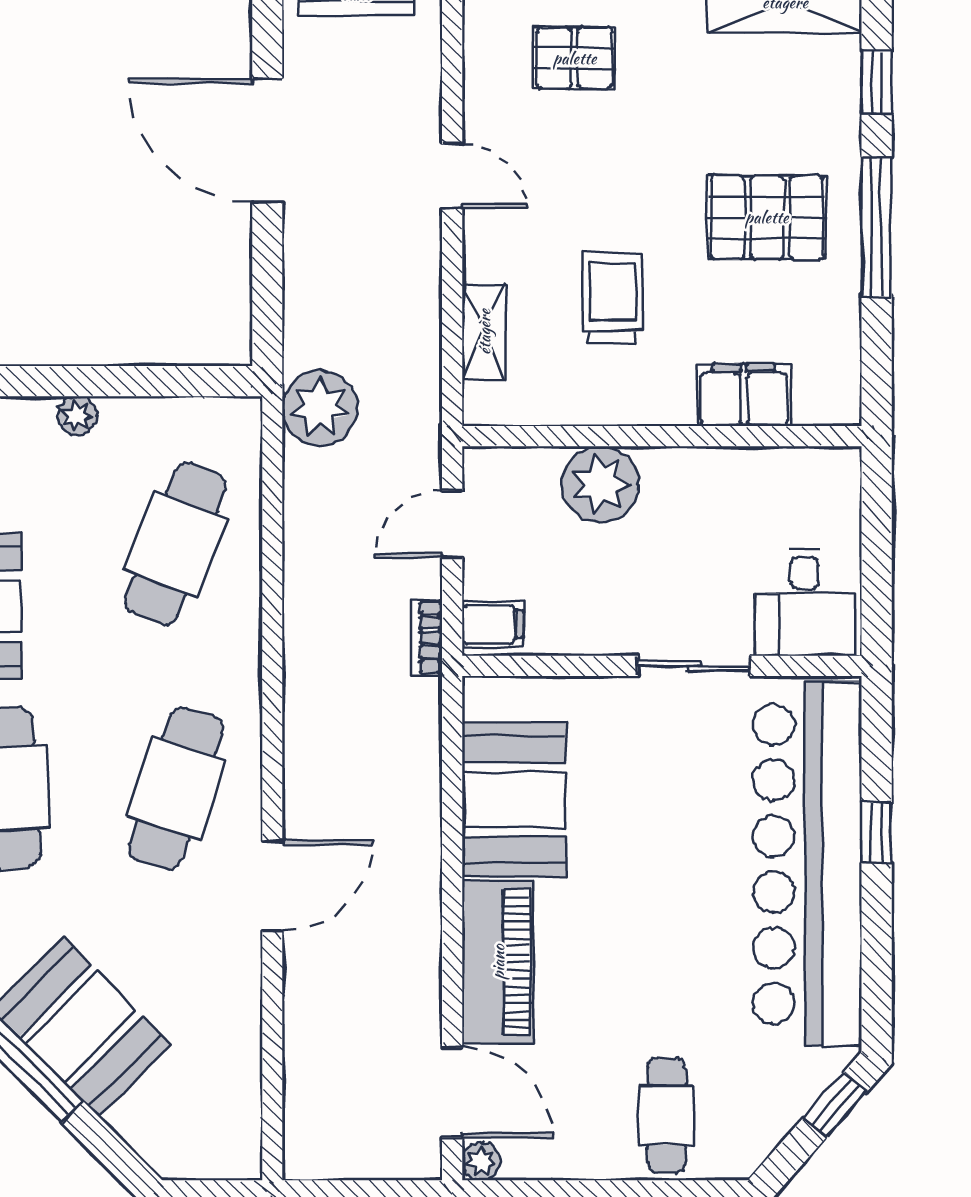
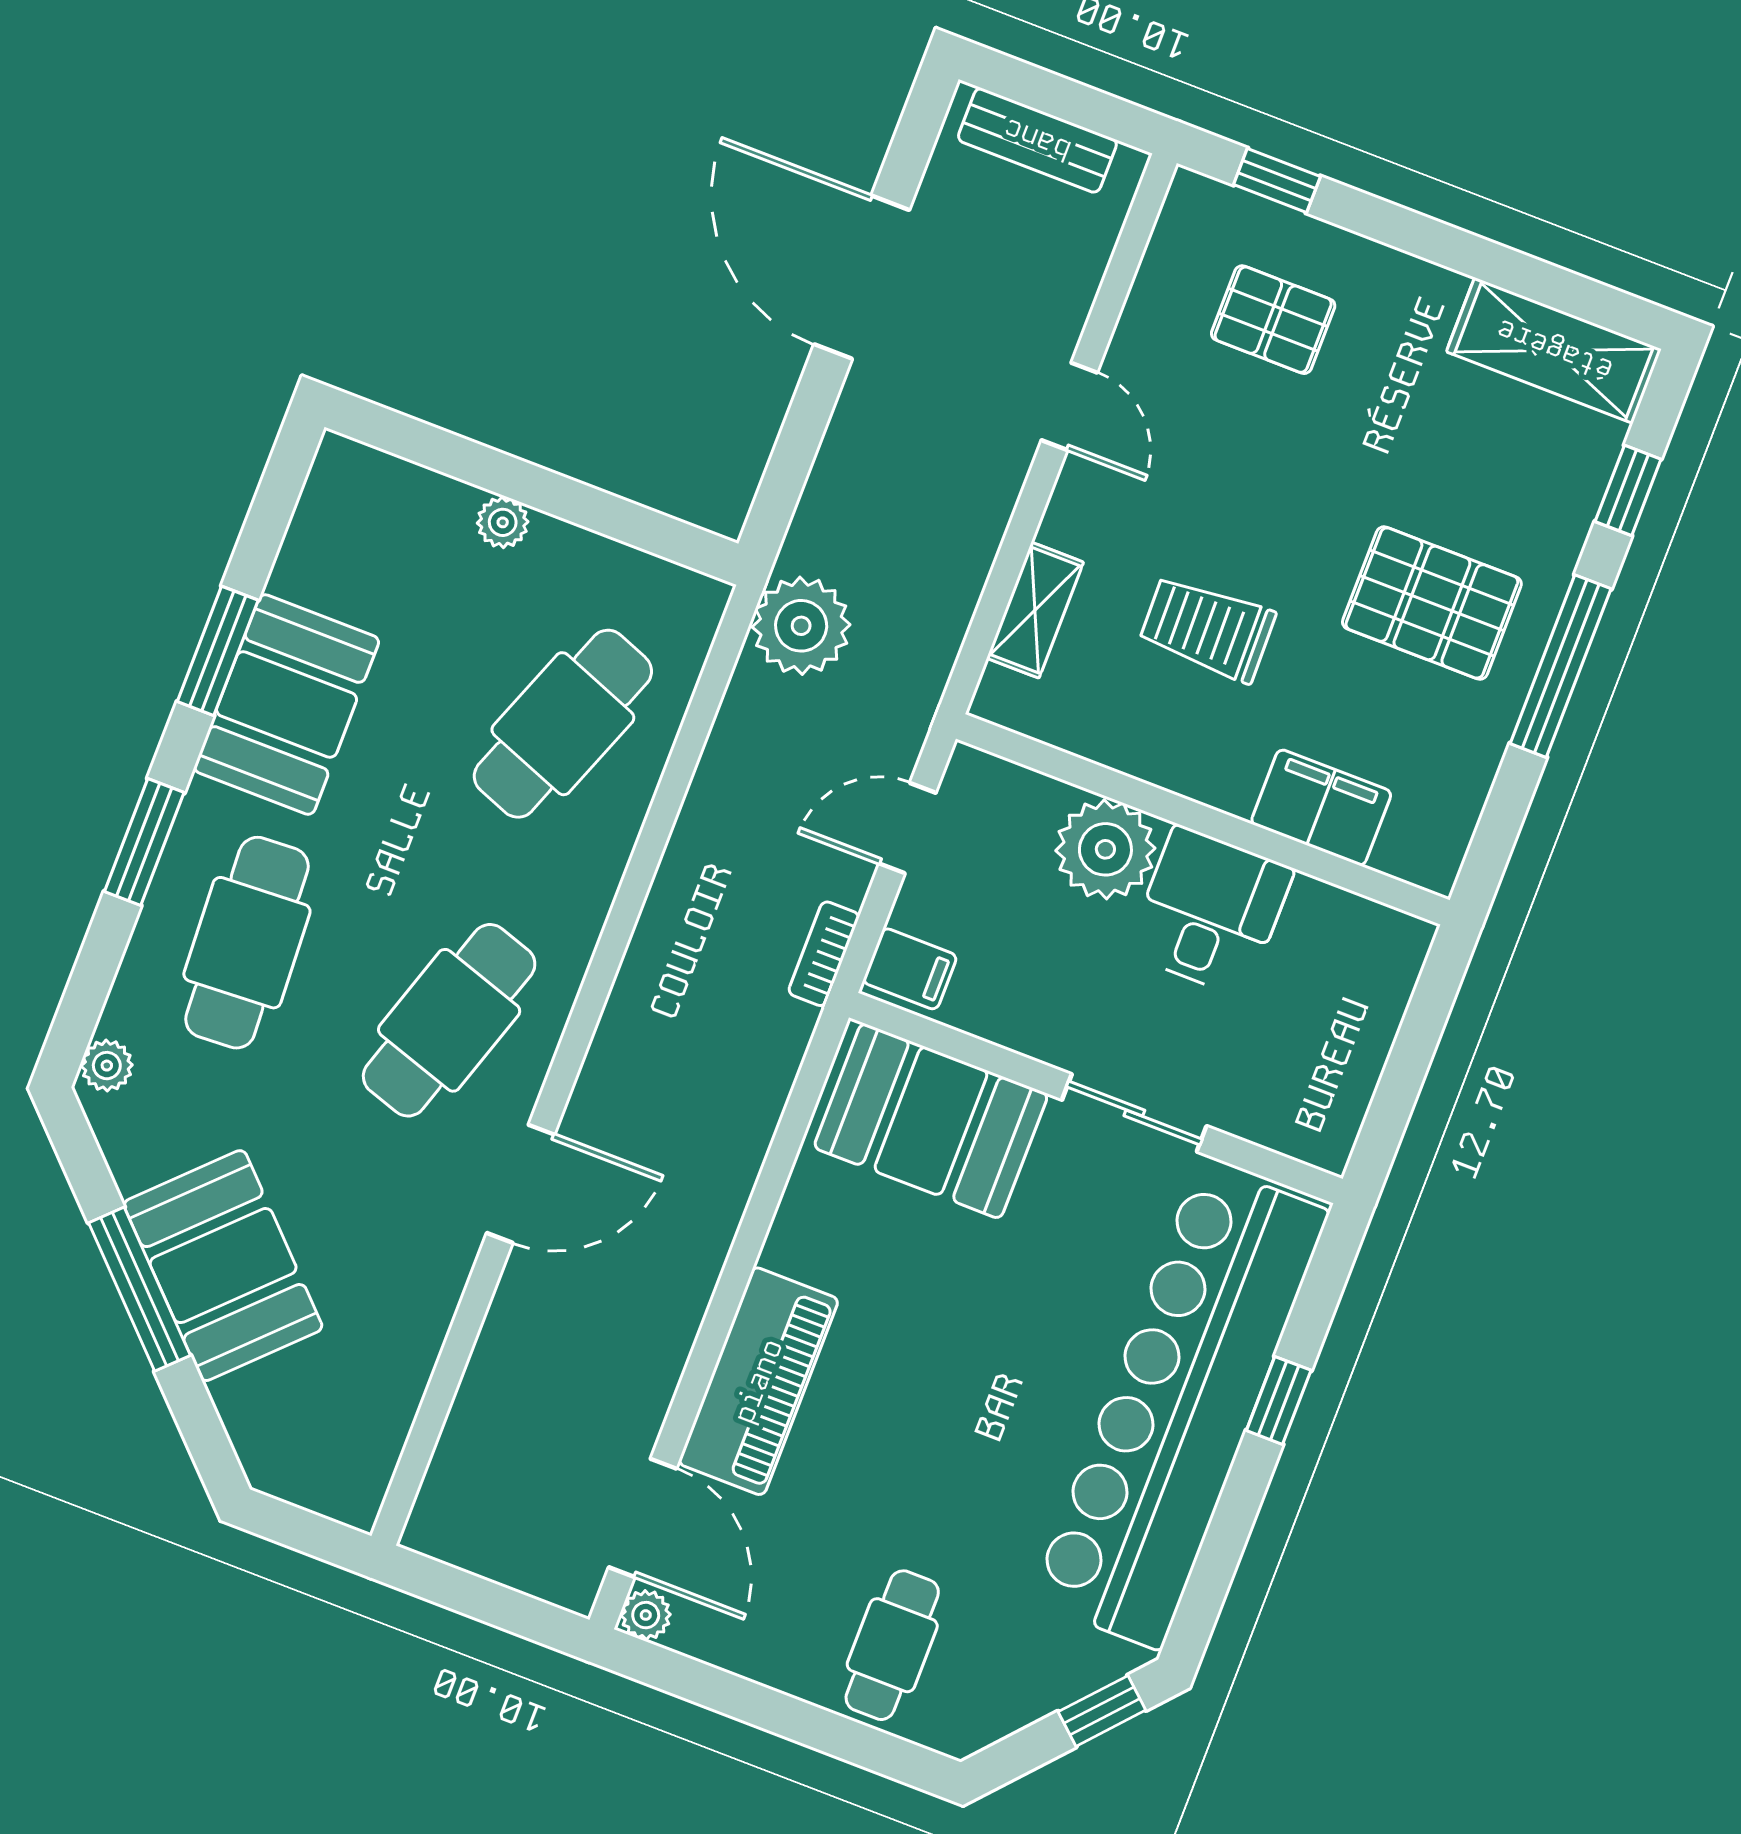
trolley: (612, 298) -> (1207, 628), turned -91
desk: (805, 602) -> (1210, 911), moved, turned 180
booth: (514, 800) -> (931, 1121), moved, turned 90

